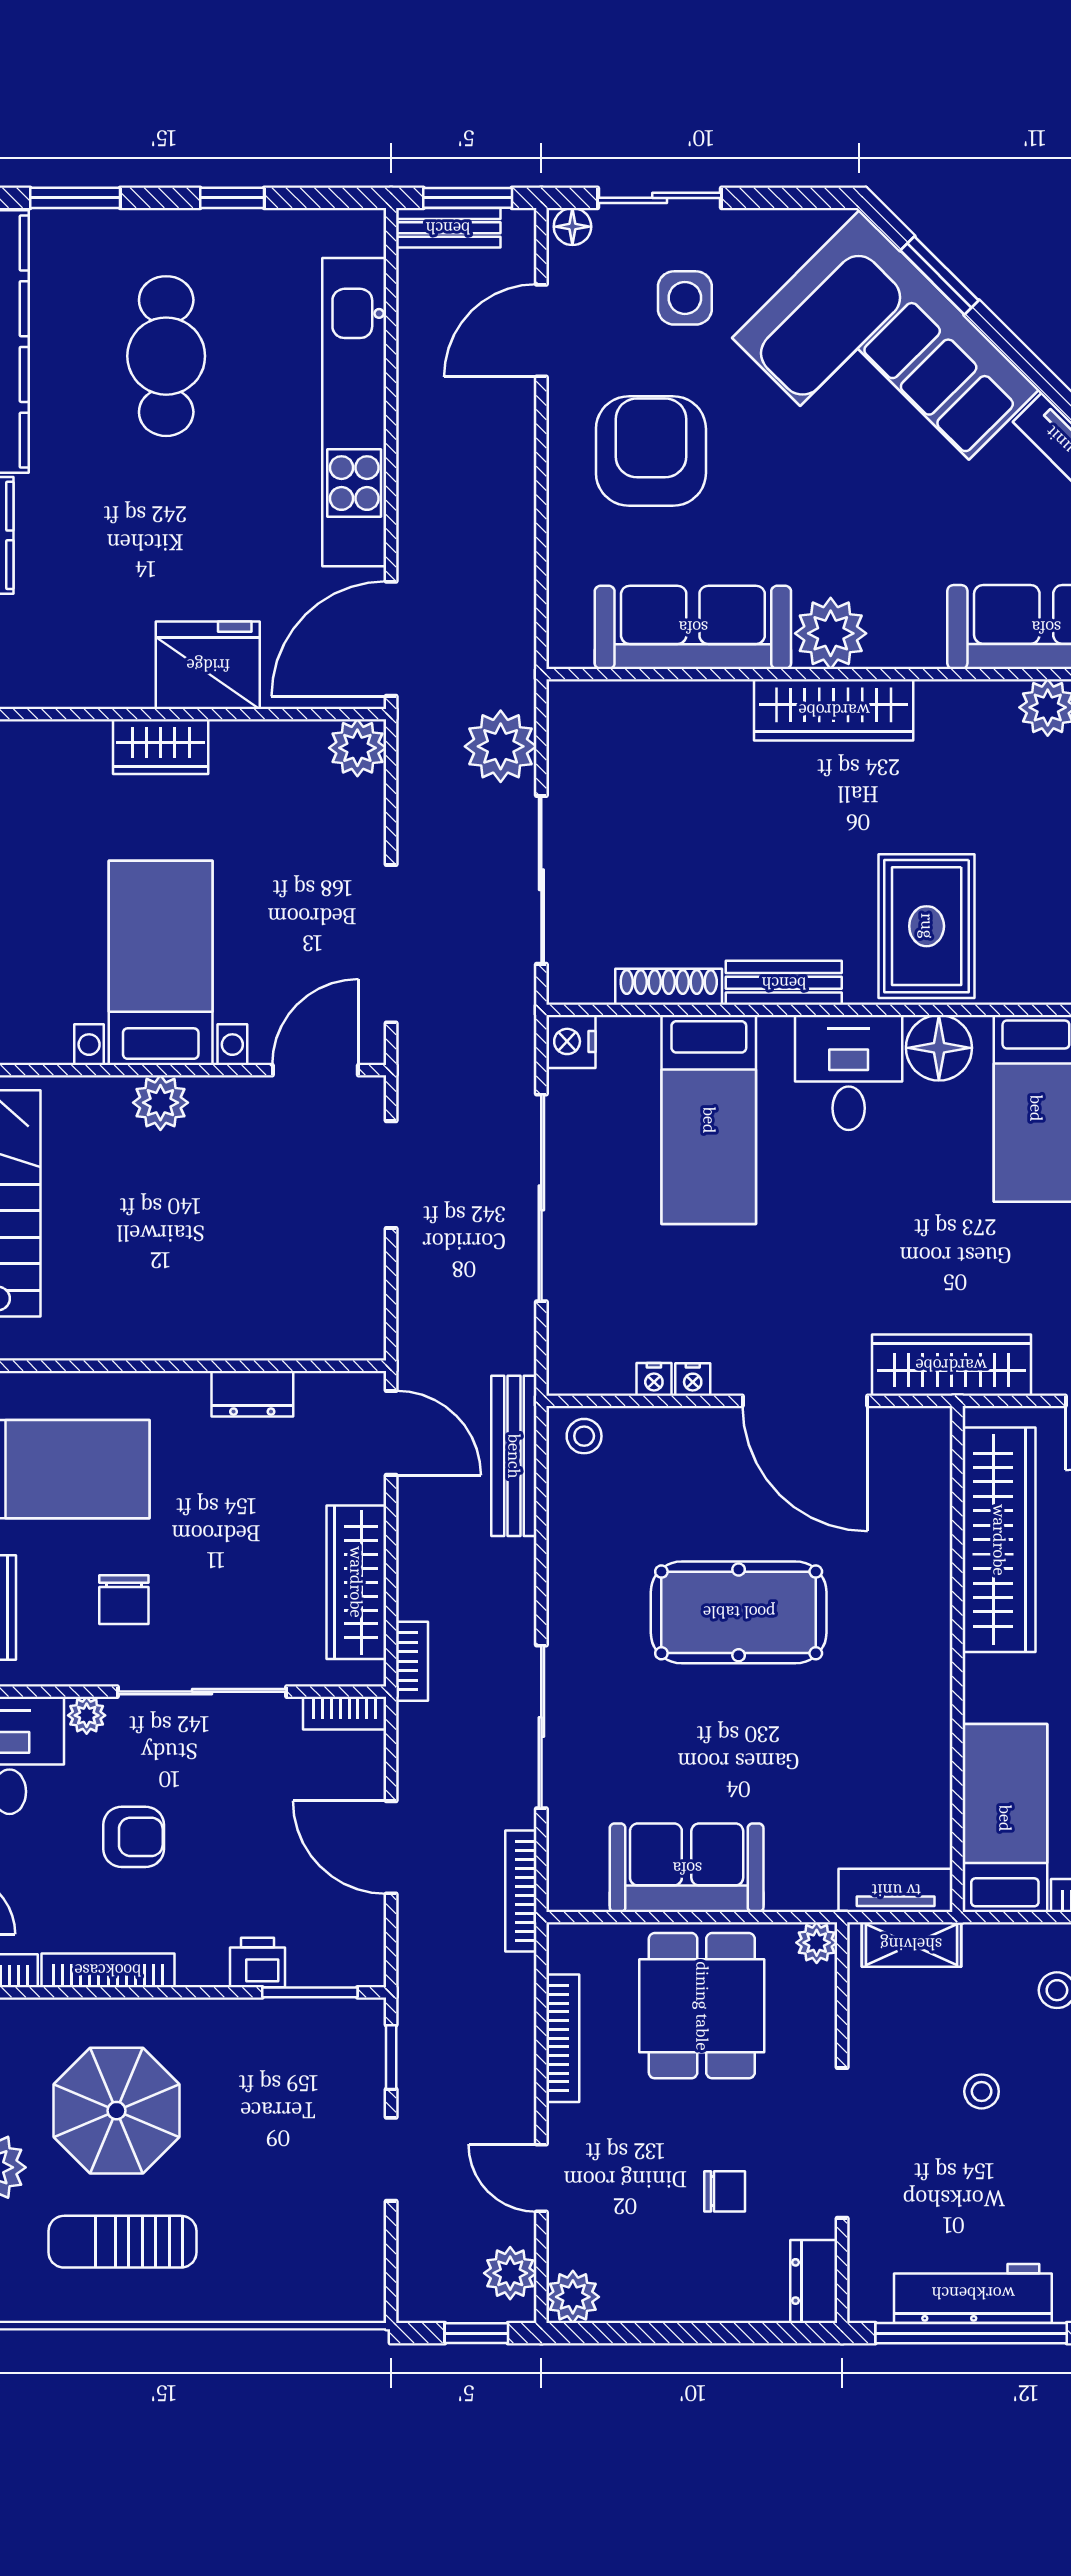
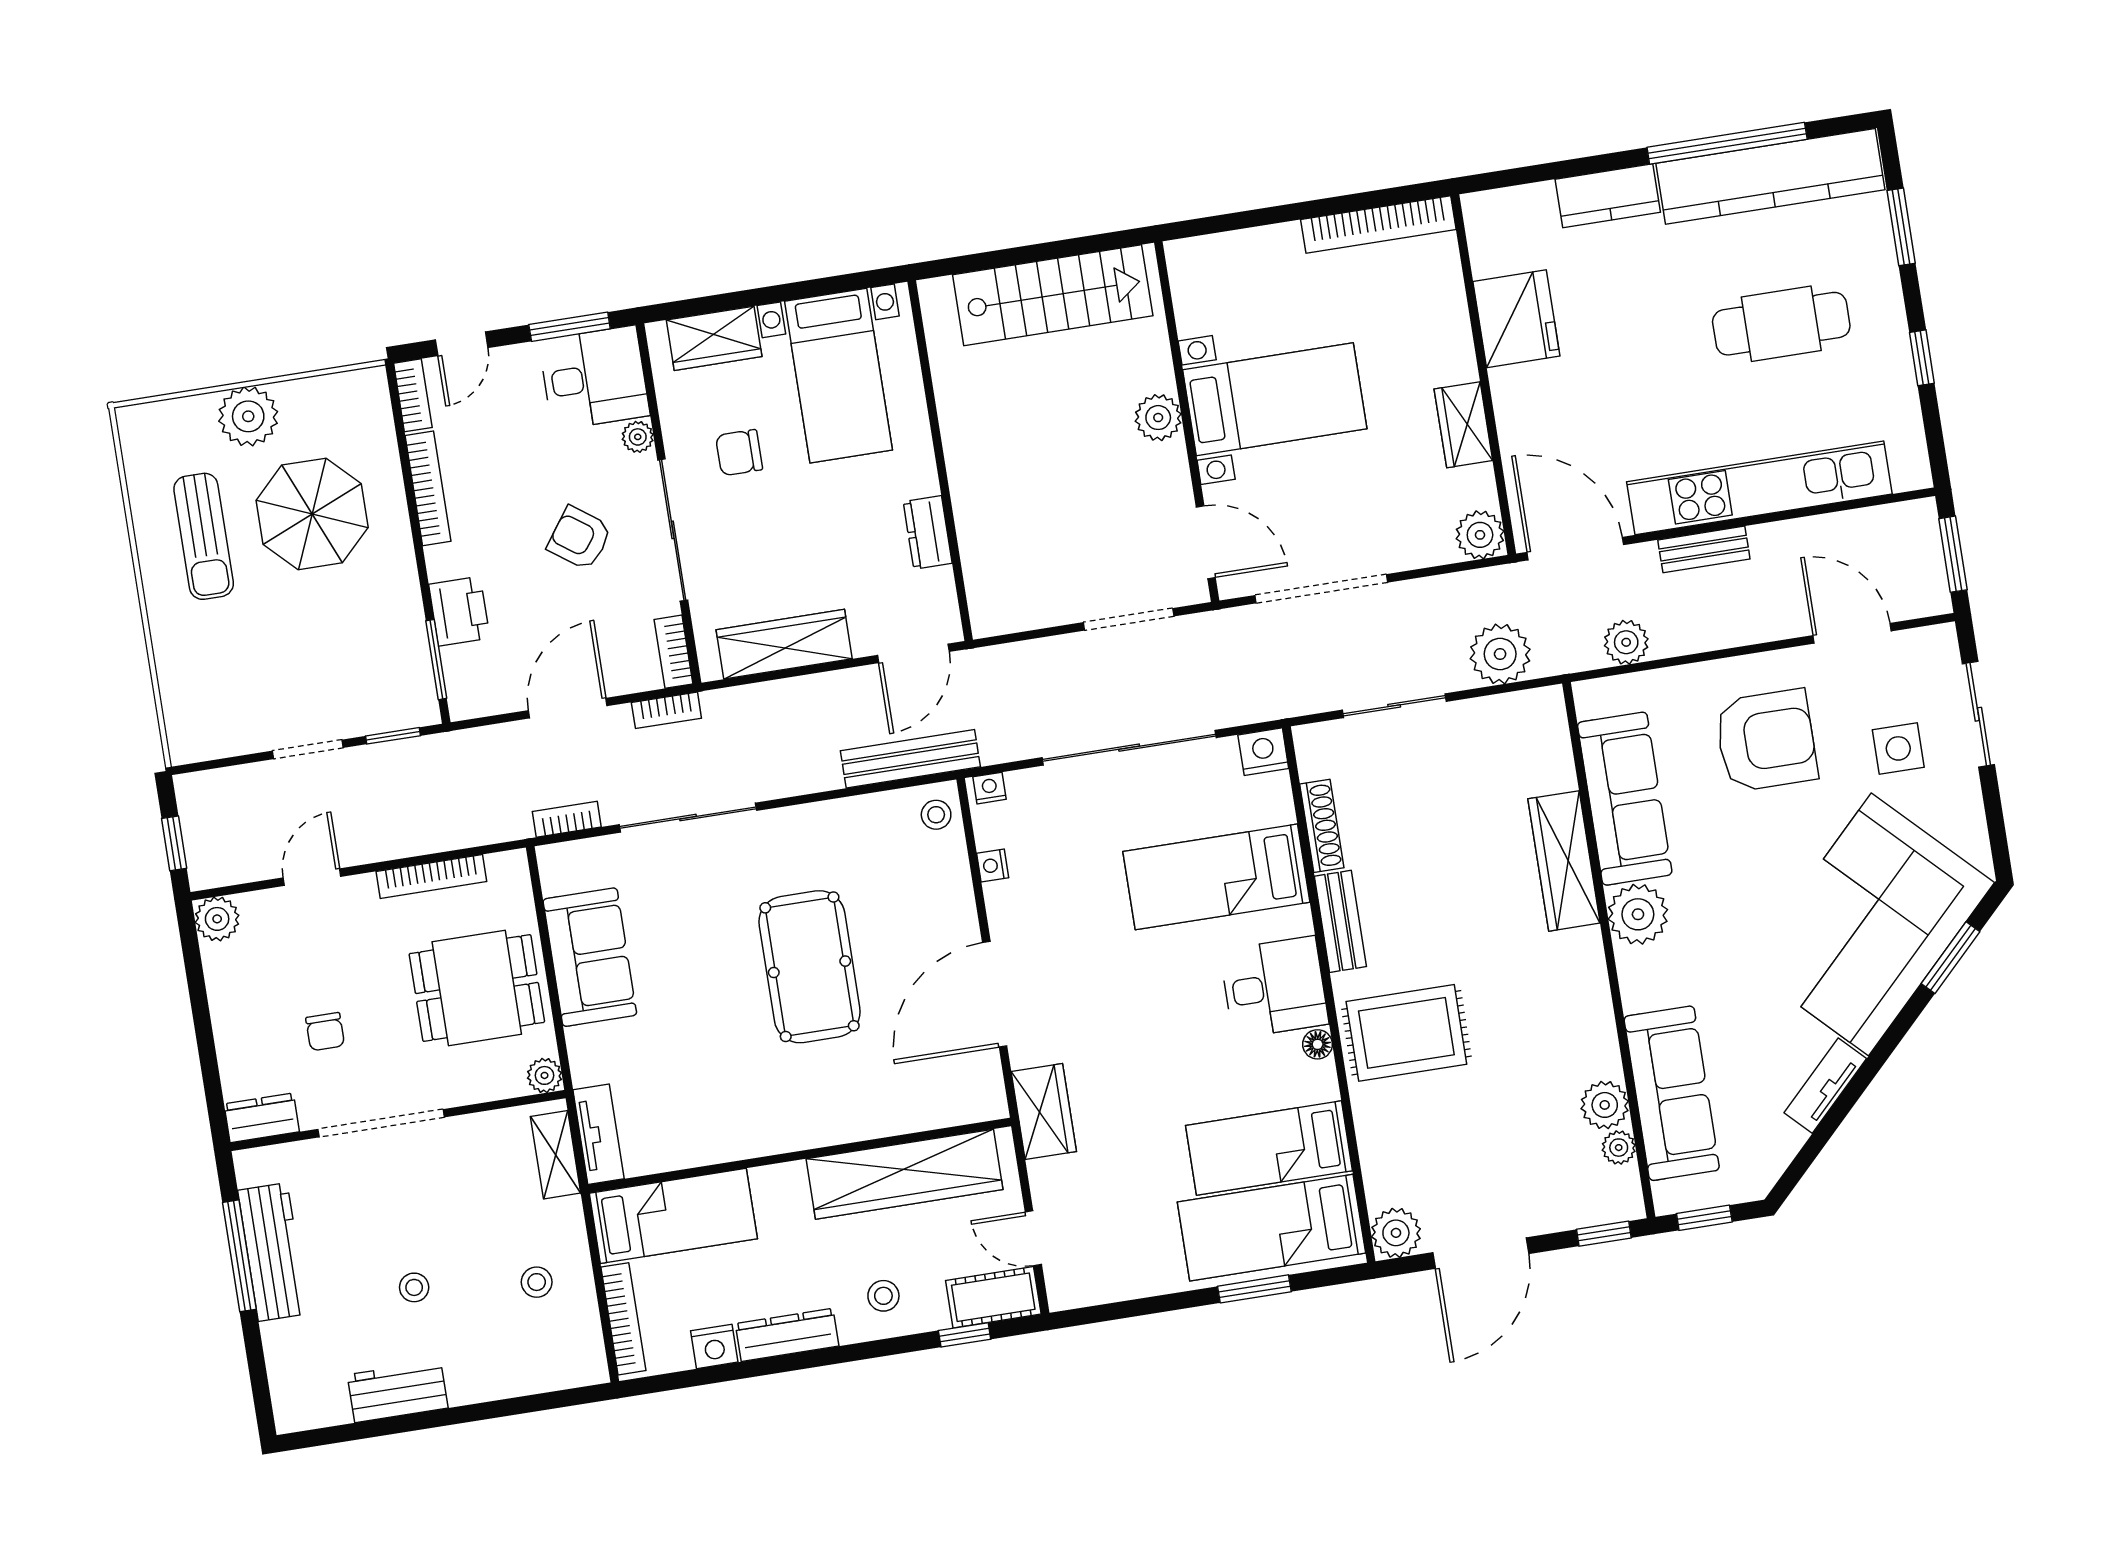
floor lamp: (572, 227) -> (1943, 645), removed
bench: (448, 228) -> (1704, 549), moved, turned 90
fridge: (208, 665) -> (1516, 319), moved
wardrobe: (834, 710) -> (1564, 861), moved
wardrobe: (161, 747) -> (1463, 425), moved
sliding door: (541, 880) -> (1394, 706), width x0.73
floor lamp: (939, 1048) -> (1318, 1044), width x0.53, depth x0.53
wardrobe: (951, 1365) -> (1044, 1112), width x0.67
nightstand: (693, 1379) -> (990, 788), moved, turned 90
bookcase: (412, 1661) -> (666, 710), moved
armchair: (134, 1837) -> (580, 538), moved, turned 126
bookcase: (521, 1891) -> (567, 819), width x0.64
printer: (257, 1962) -> (459, 611), width x1.36, depth x1.24
stool: (982, 2091) -> (414, 1287), moved
sun lounger: (123, 2242) -> (204, 536), turned 180
plant: (510, 2273) -> (1626, 642), moved
window: (971, 2333) -> (239, 1256), width x0.68

